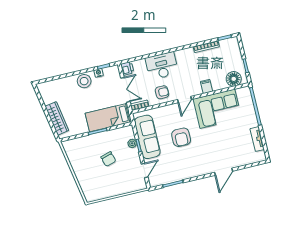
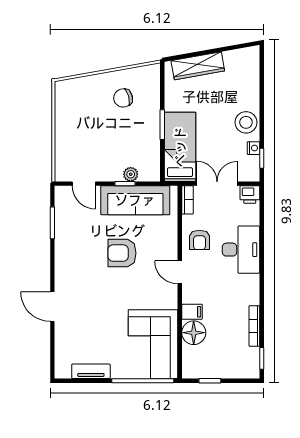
floor lamp: (234, 79) -> (194, 333), moved
double door: (125, 90) -> (217, 184), swing flipped
corner sofa: (217, 109) -> (153, 344), moved
chair: (108, 159) -> (123, 98), moved

